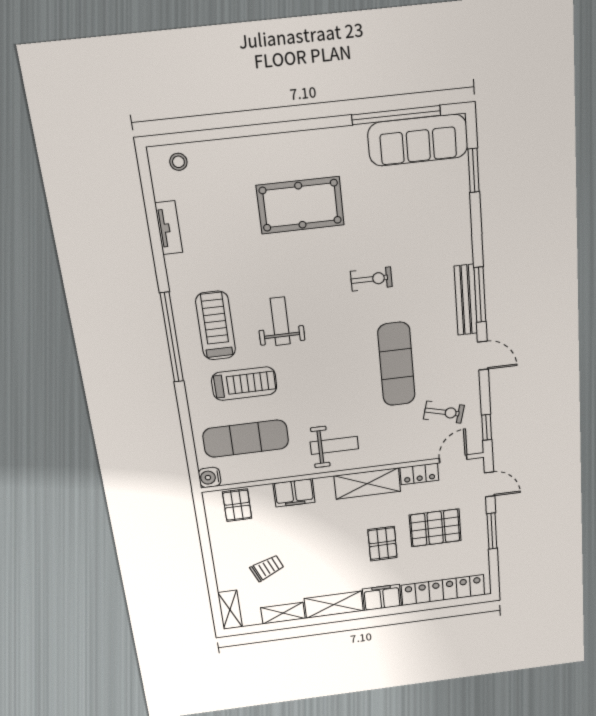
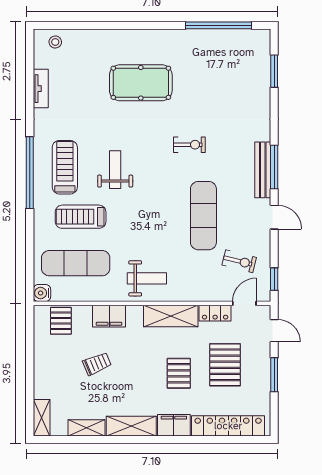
sofa: (418, 140) -> (233, 45), removed
treadmill: (244, 384) -> (81, 217), turned 180
pallet: (435, 528) -> (225, 365), turned 90
trolley: (267, 568) -> (97, 364), moved

